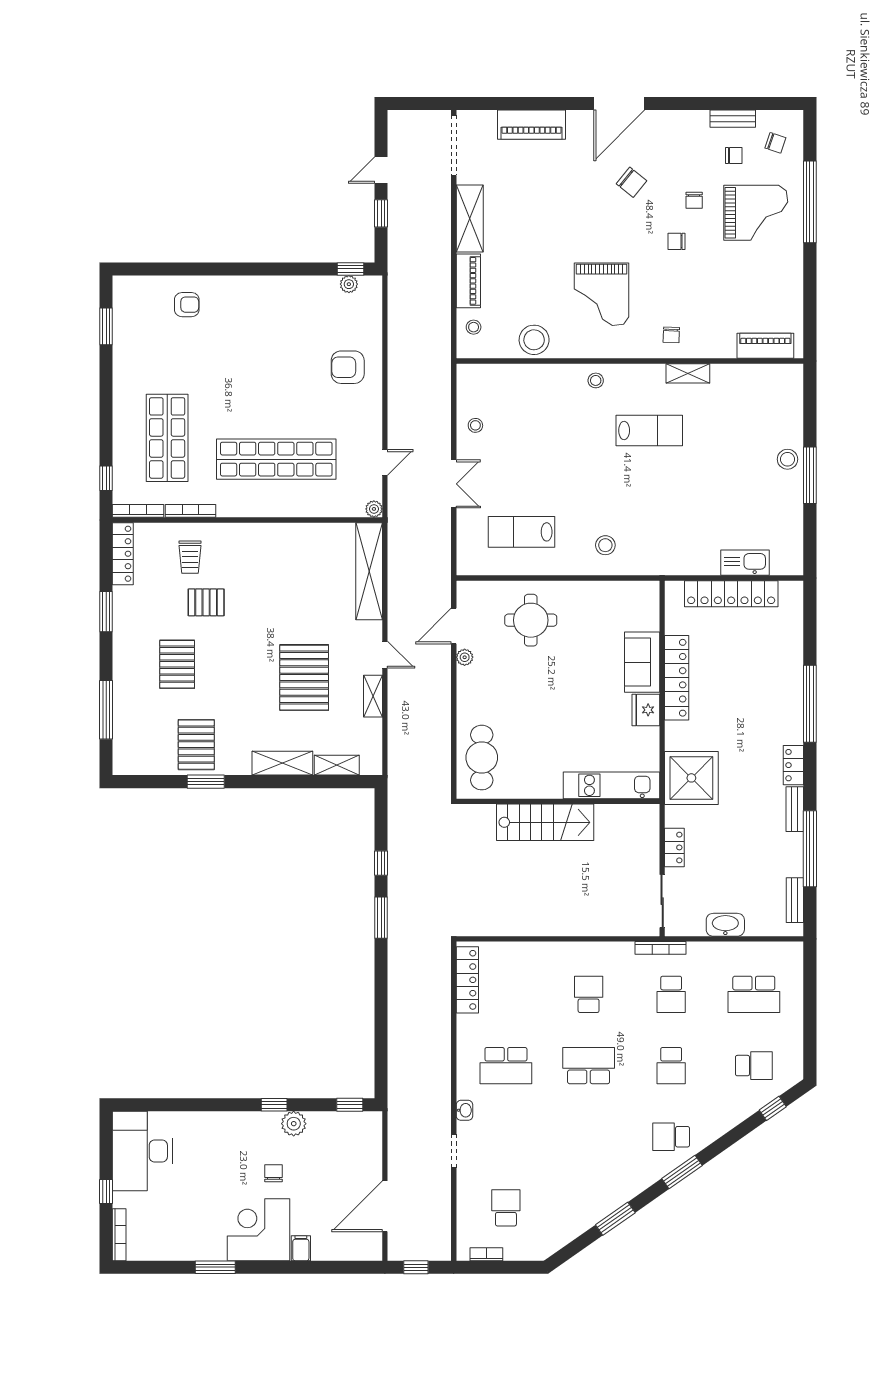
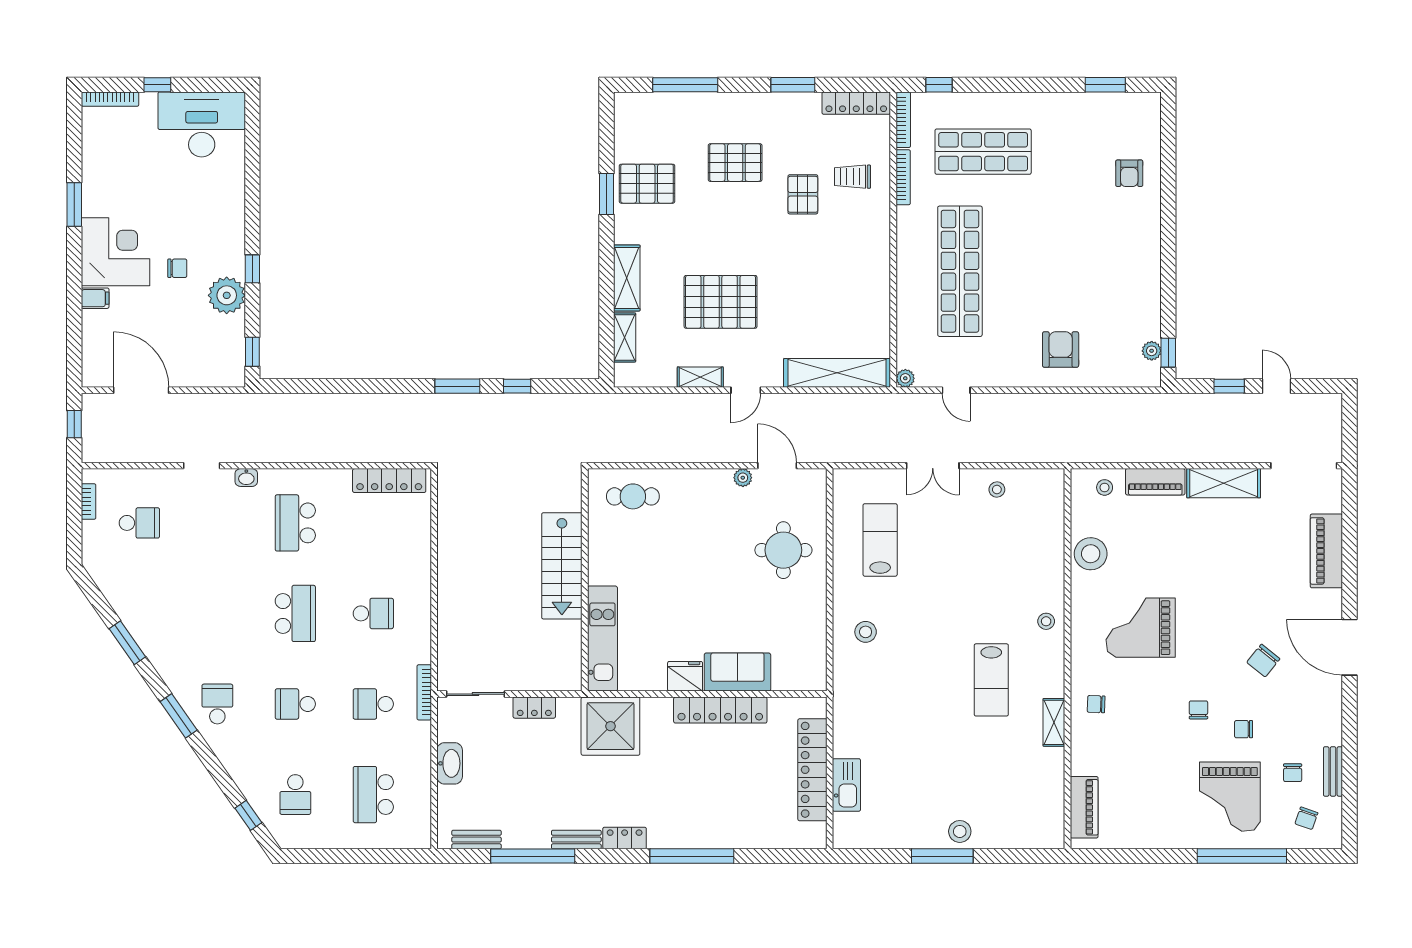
cafe table: (482, 758) -> (633, 496), width x0.73, depth x0.74
plant: (294, 1124) -> (227, 295), width x1.36, depth x1.36

